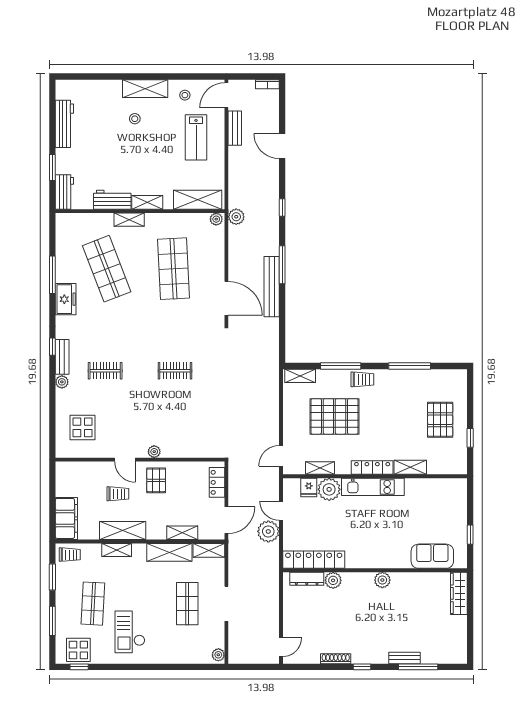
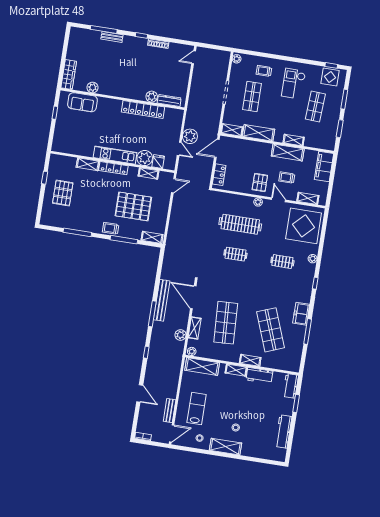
plant: (236, 217) -> (181, 335), moved
shelving: (217, 254) -> (195, 328), added
bench: (62, 357) -> (310, 275), removed
clothes rail: (175, 415) -> (240, 224), added
display table: (83, 427) -> (304, 226), width x1.86, depth x1.86
shelving: (182, 533) -> (308, 198), moved
trolley: (70, 555) -> (264, 71), moved
locker: (314, 560) -> (143, 109), moved
plant: (382, 580) -> (93, 87), moved
checkout: (130, 632) -> (294, 84), turned 180

